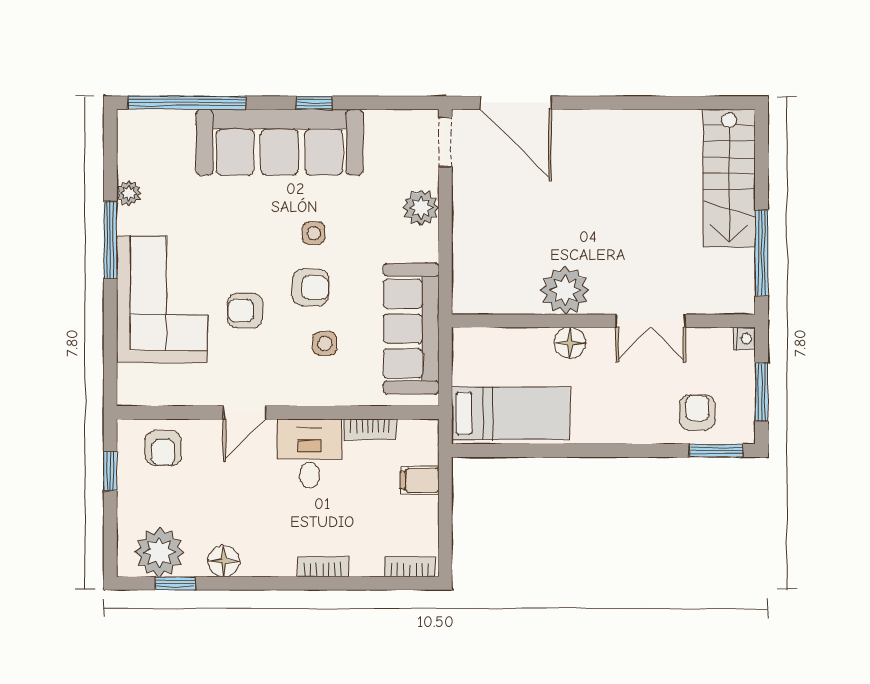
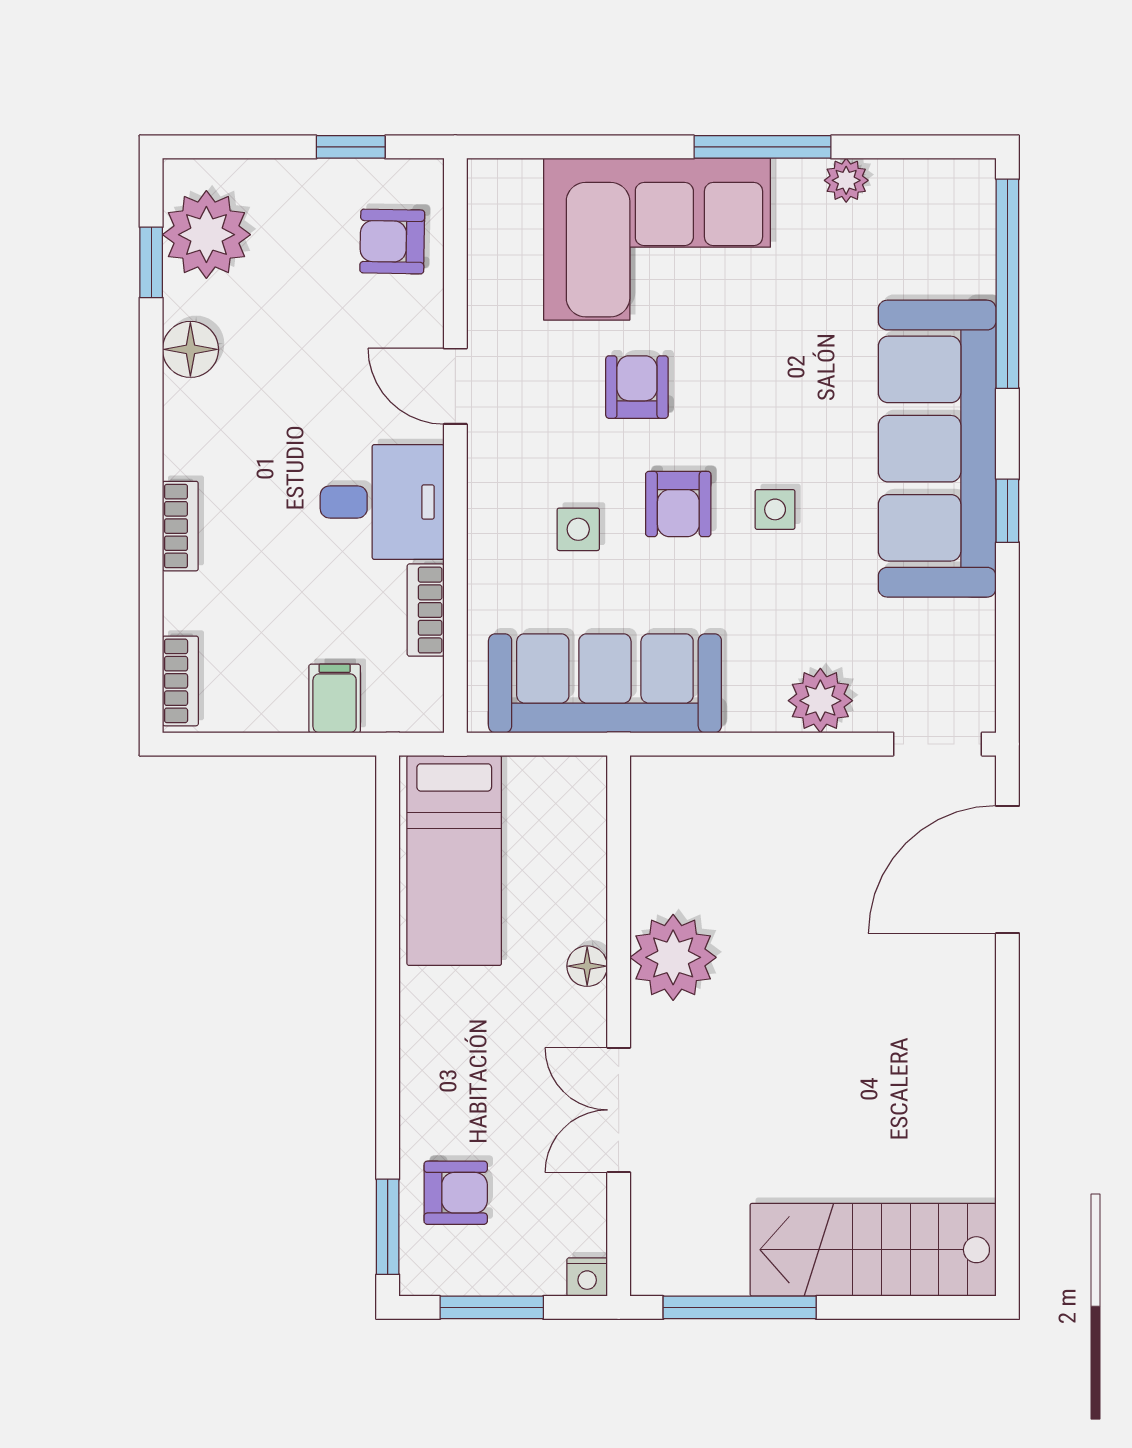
floor lamp: (570, 343) -> (587, 966), width x0.73, depth x0.73

